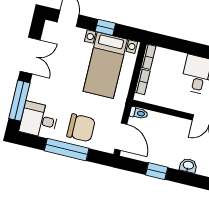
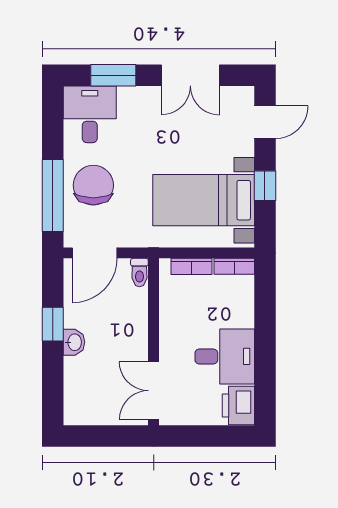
window: (19, 101) -> (113, 75), width x0.69
chair: (81, 128) -> (93, 185), turned 180
window: (67, 150) -> (53, 196), moved
washbasin: (188, 166) -> (74, 342), moved

